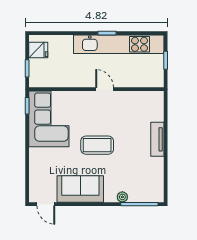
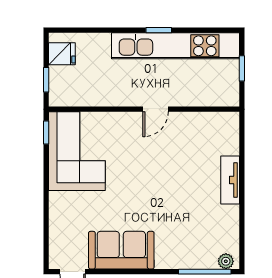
door: (105, 89) -> (156, 109), swing flipped
coffee table: (97, 145) -> (145, 188), removed
plant: (122, 197) -> (226, 261), moved

